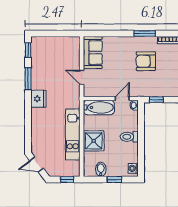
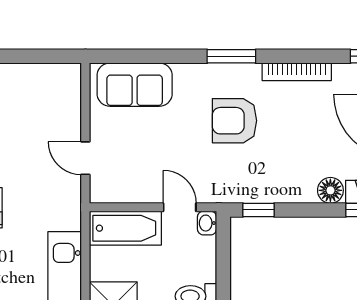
sofa: (93, 53) -> (135, 85), moved, turned 90
door: (122, 98) -> (180, 207), hinge flipped

